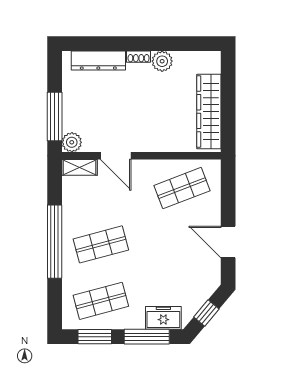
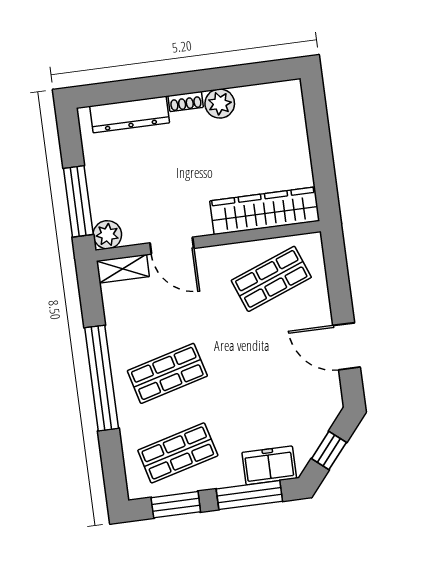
wardrobe: (209, 112) -> (265, 211), moved, turned 90

